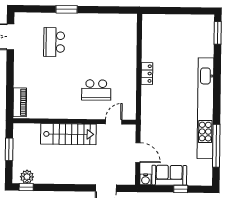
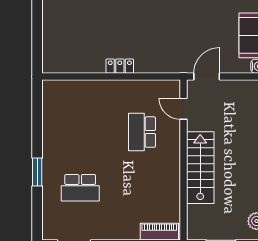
school desk: (96, 90) -> (142, 132), turned 180
door: (138, 153) -> (207, 77), moved

